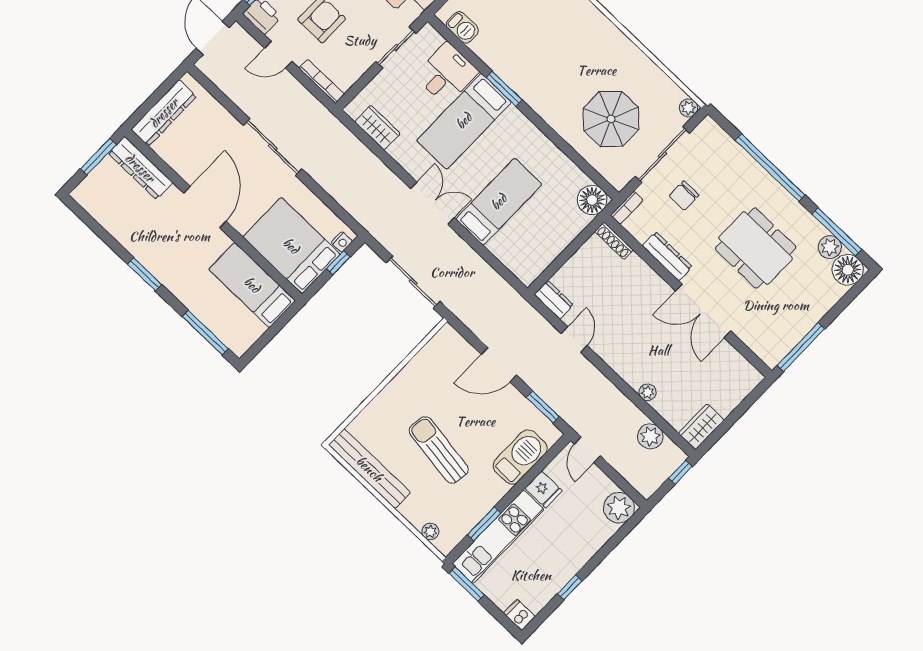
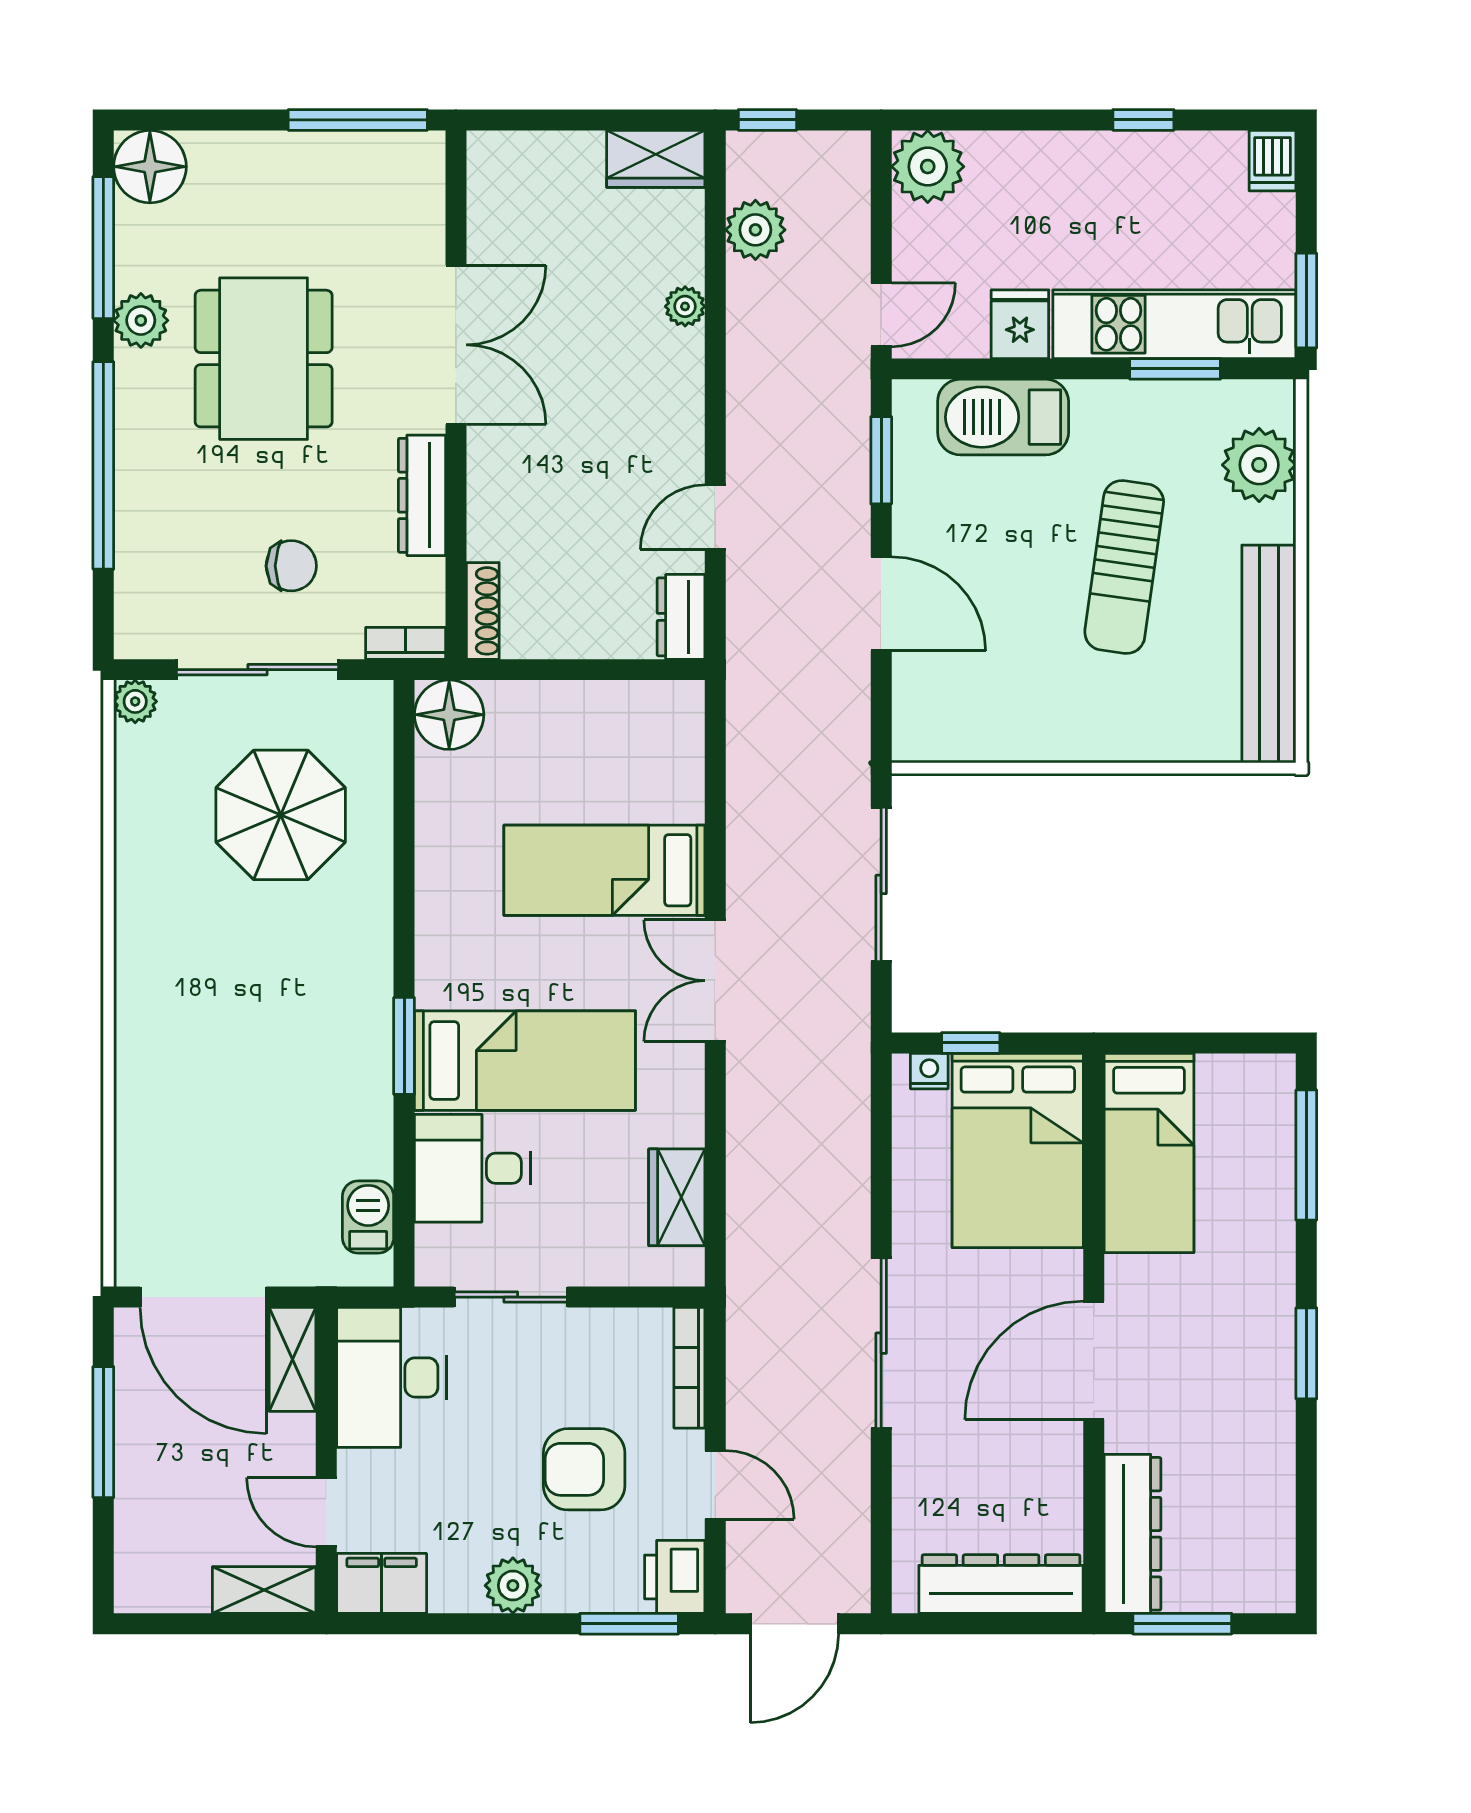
plant: (830, 247) -> (141, 320), moved
plant: (430, 532) -> (1259, 465), width x1.88, depth x1.88

